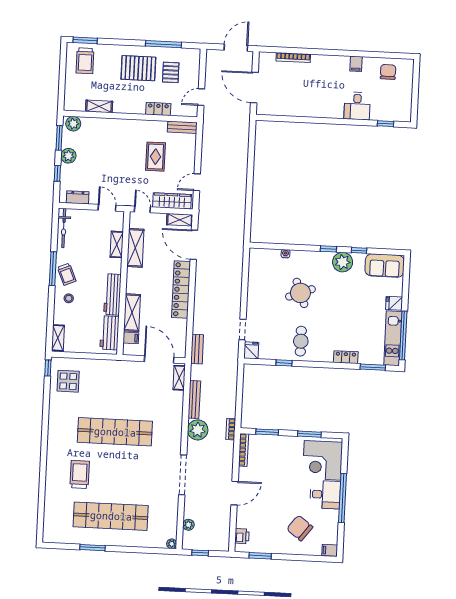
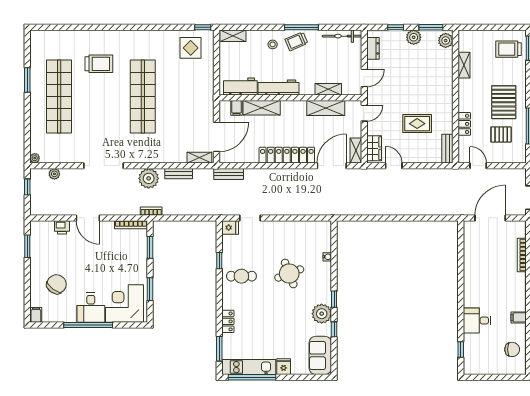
wardrobe: (172, 201) -> (374, 148), width x0.67
bench: (194, 400) -> (179, 174), width x0.73
printer: (242, 536) -> (62, 227), moved

